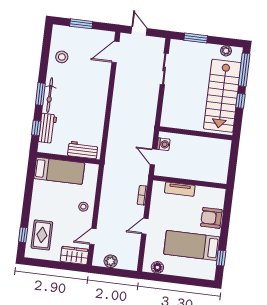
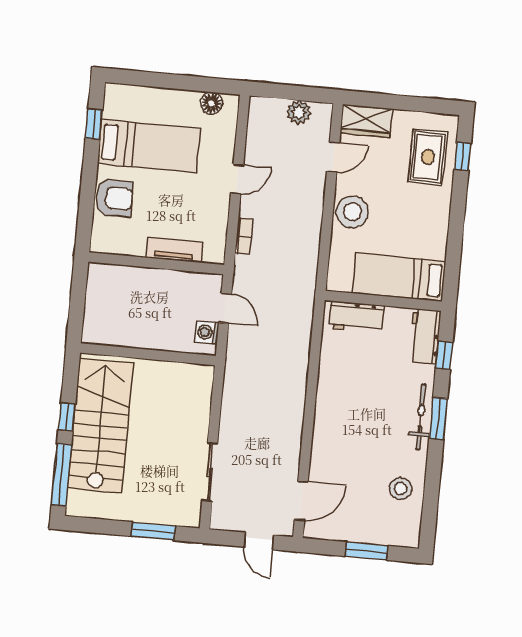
plant: (226, 51) -> (96, 509), removed
workbench: (48, 128) -> (425, 336), moved
stool: (83, 207) -> (352, 212), width x1.89, depth x1.89

